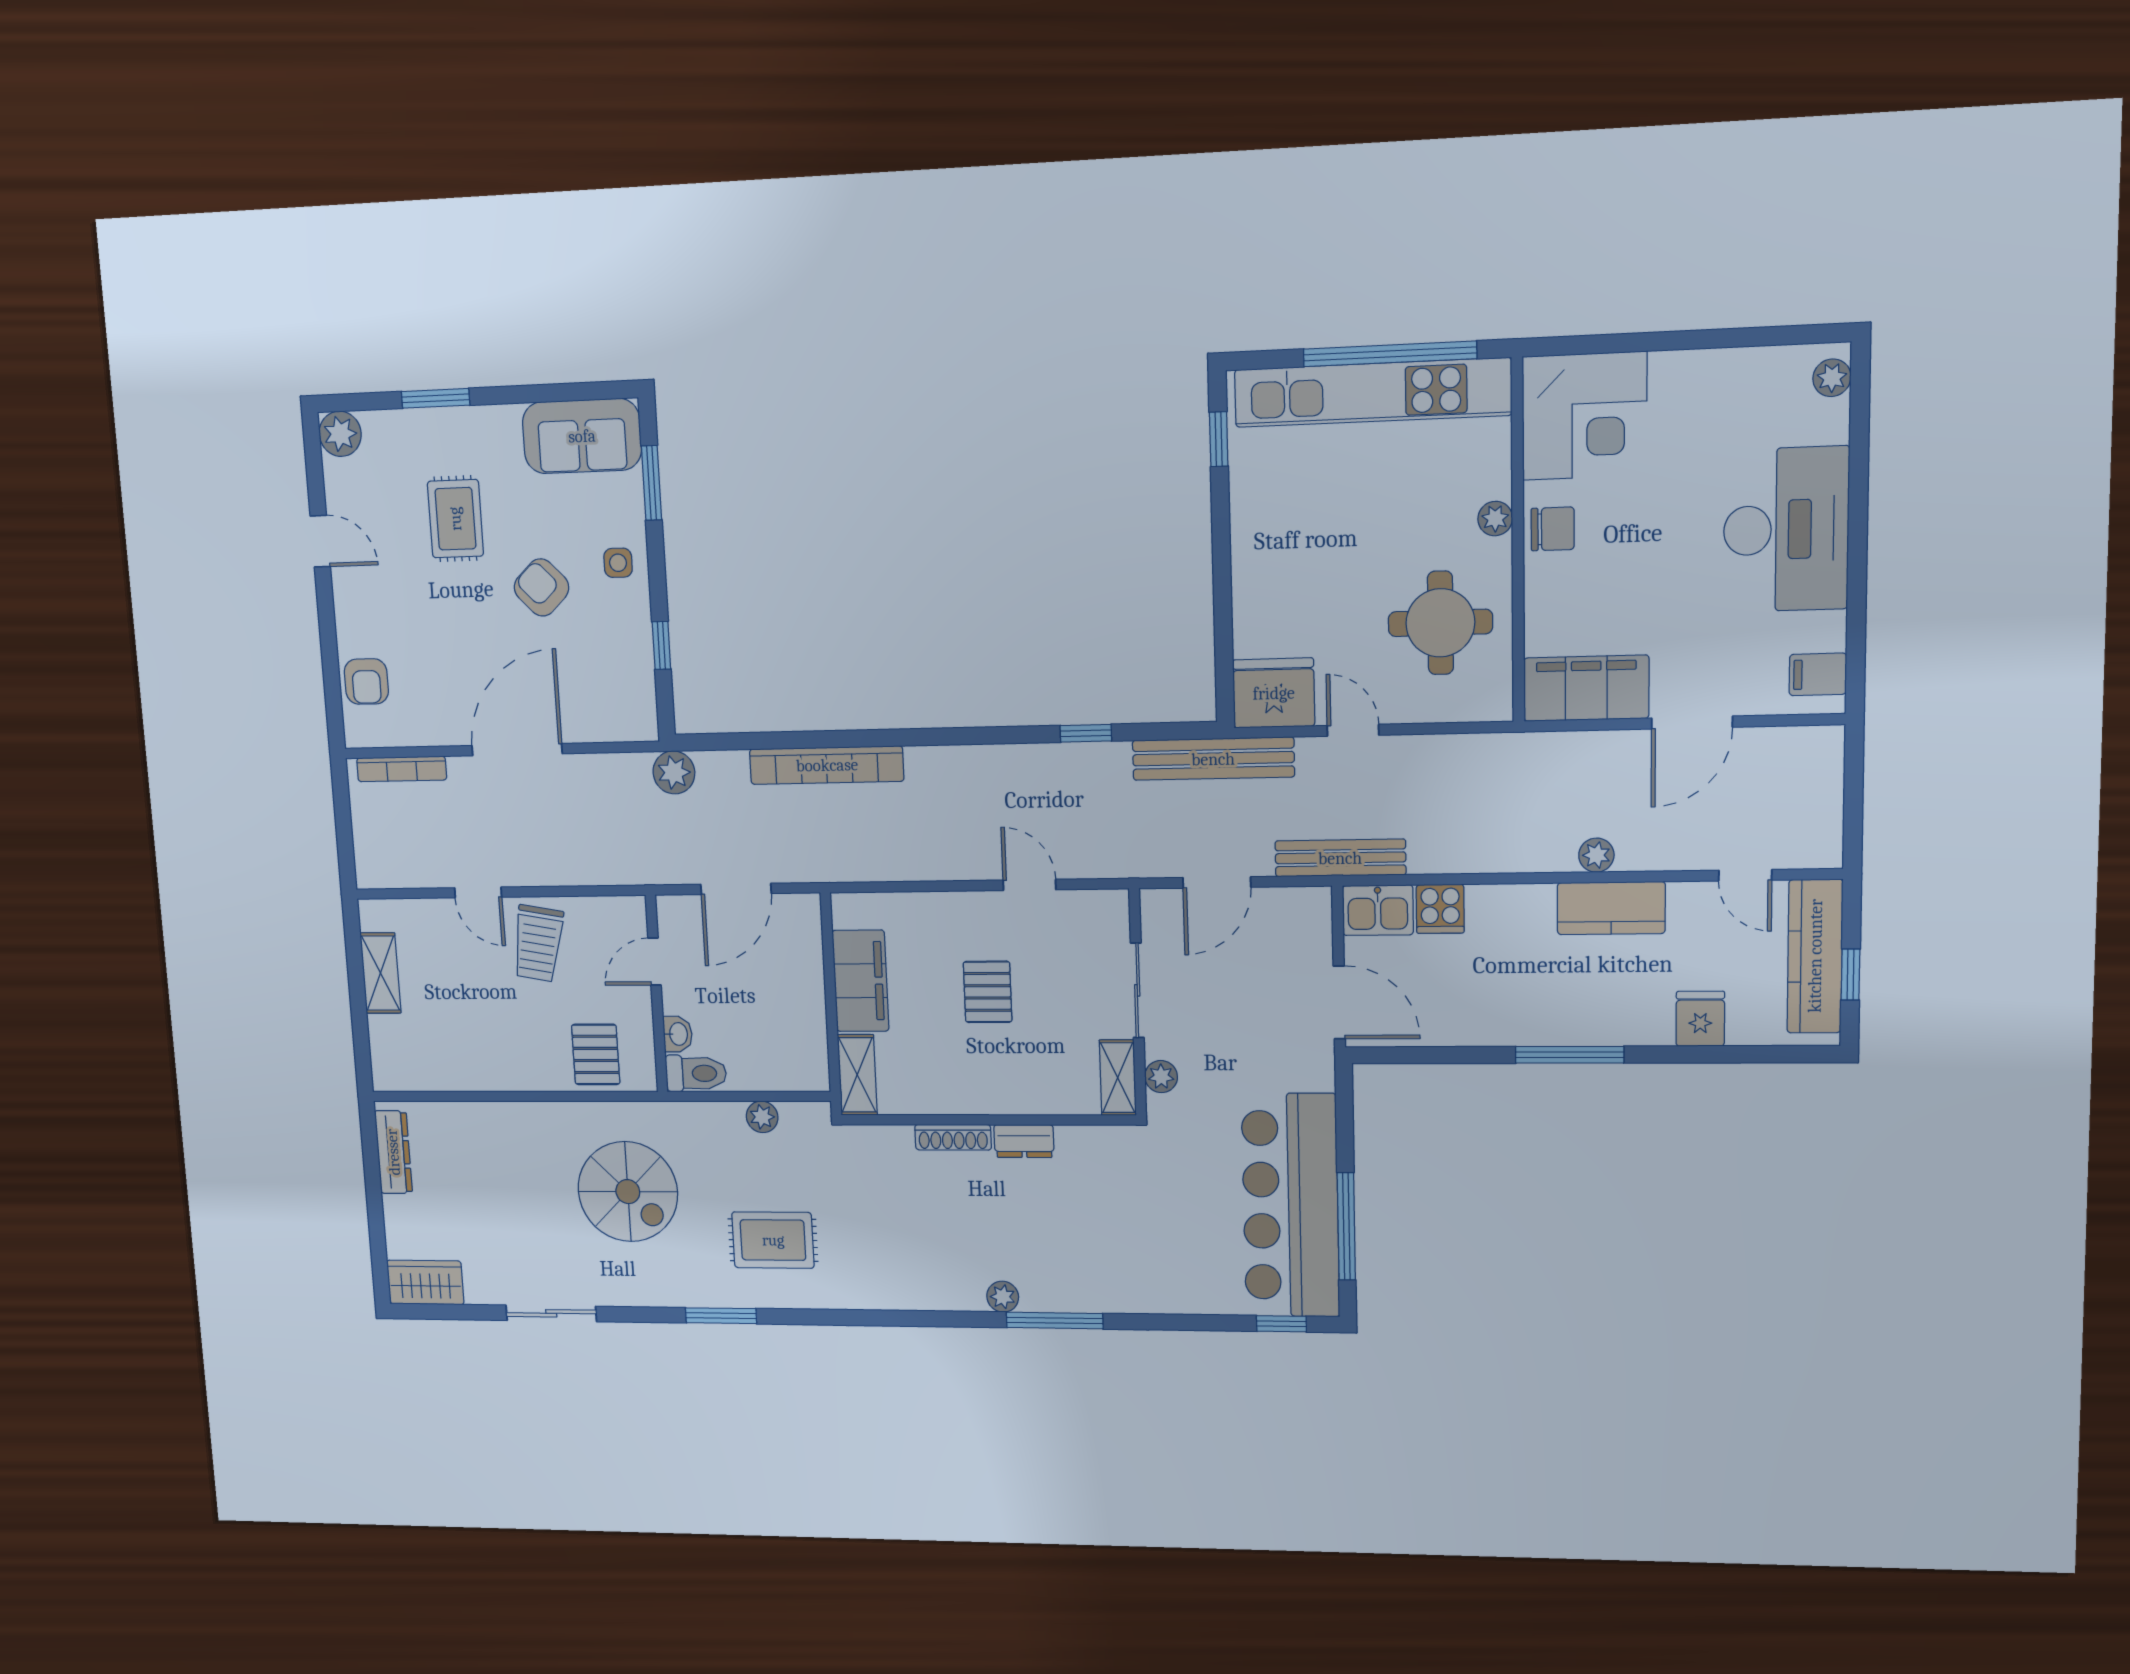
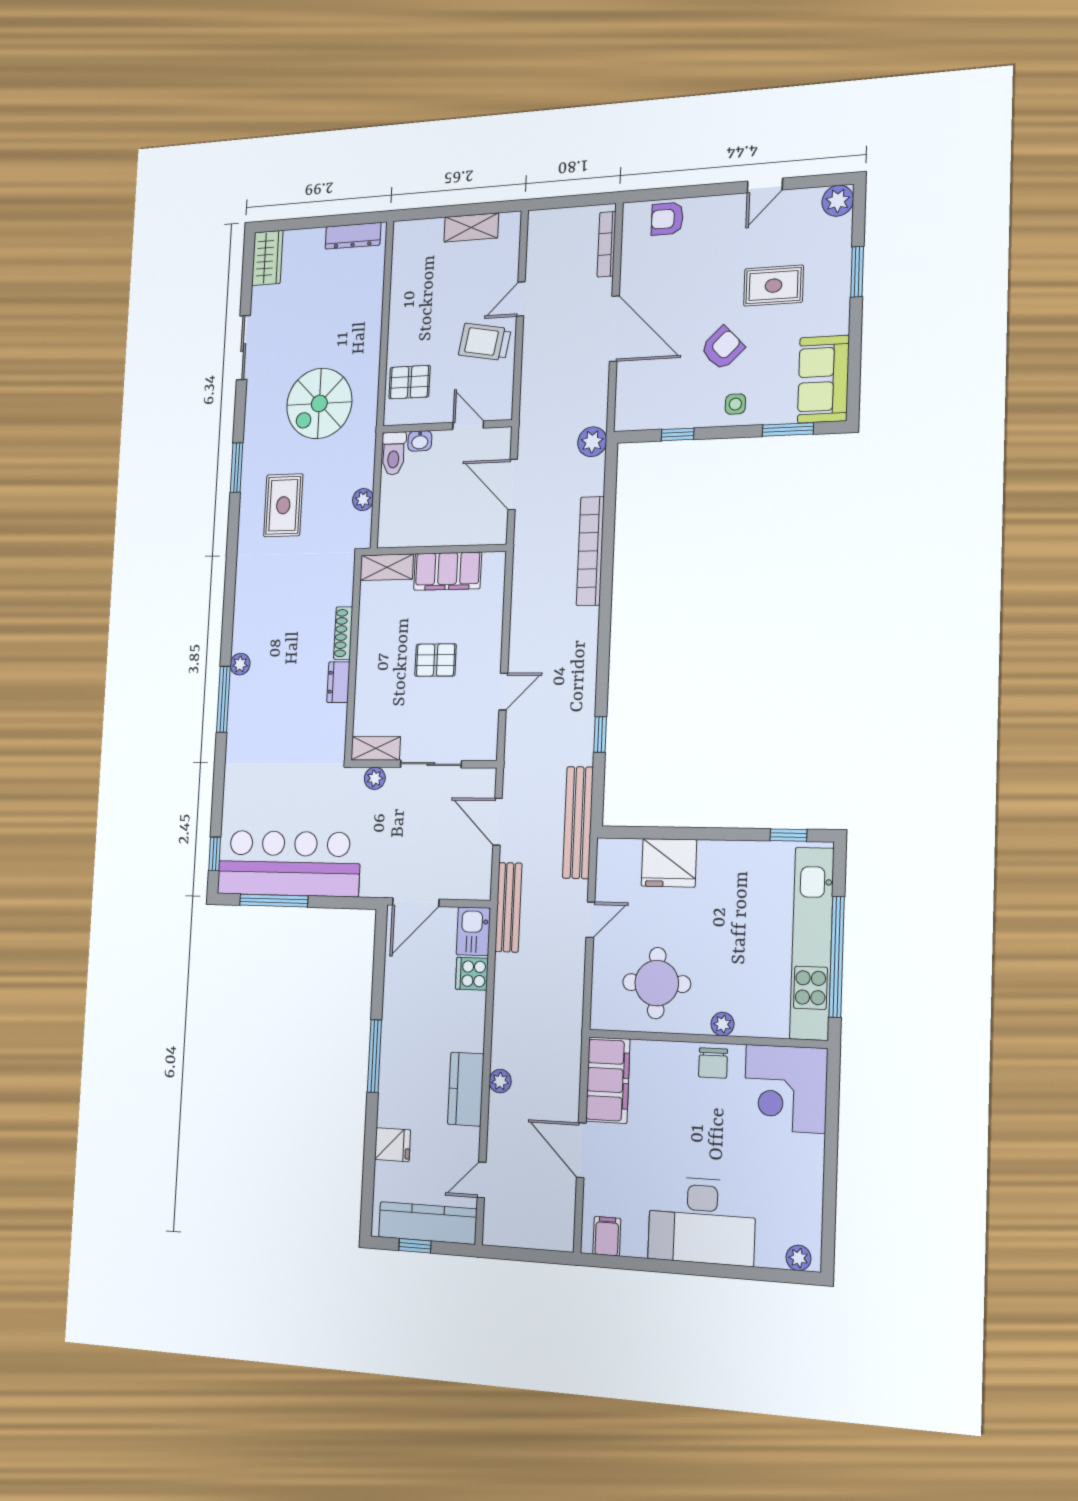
fridge: (1274, 693) -> (669, 863), moved, turned 90

